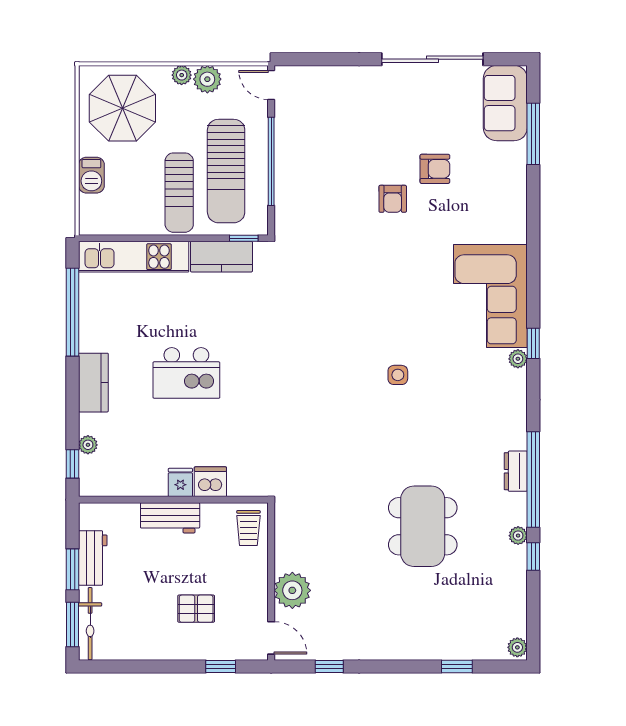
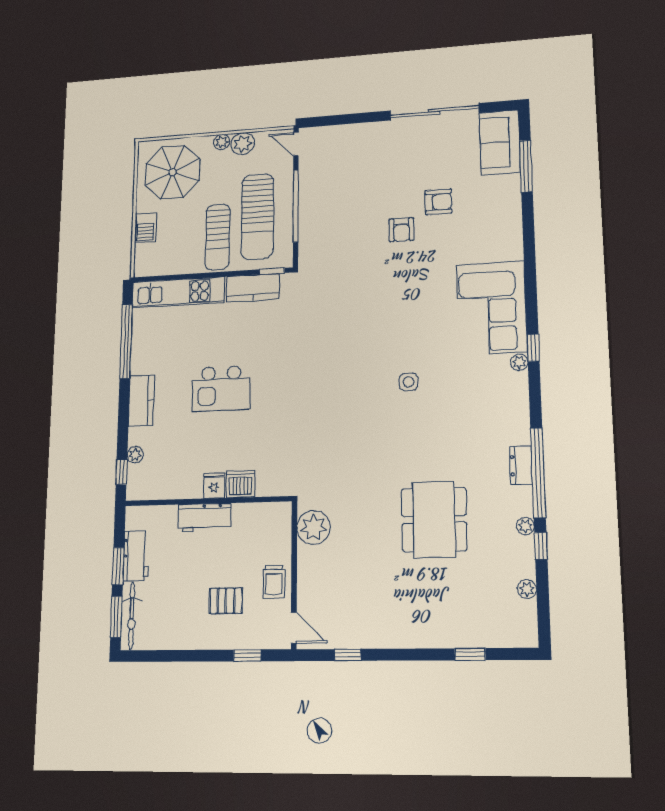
trolley: (248, 528) -> (274, 582), moved
plant: (292, 590) -> (314, 528), moved
plant: (517, 647) -> (527, 589), moved

